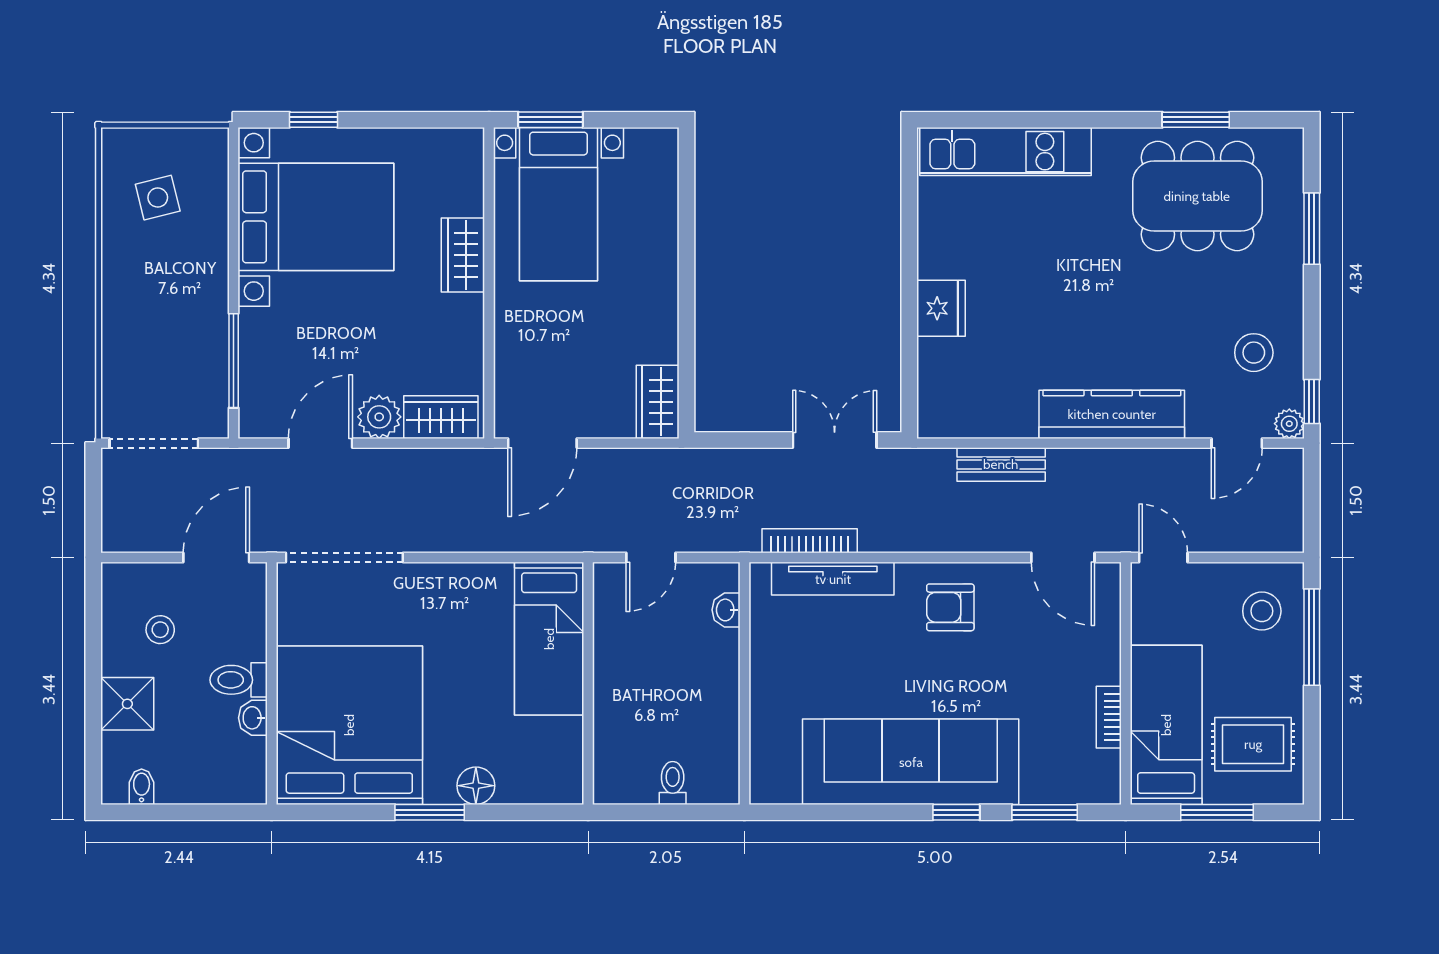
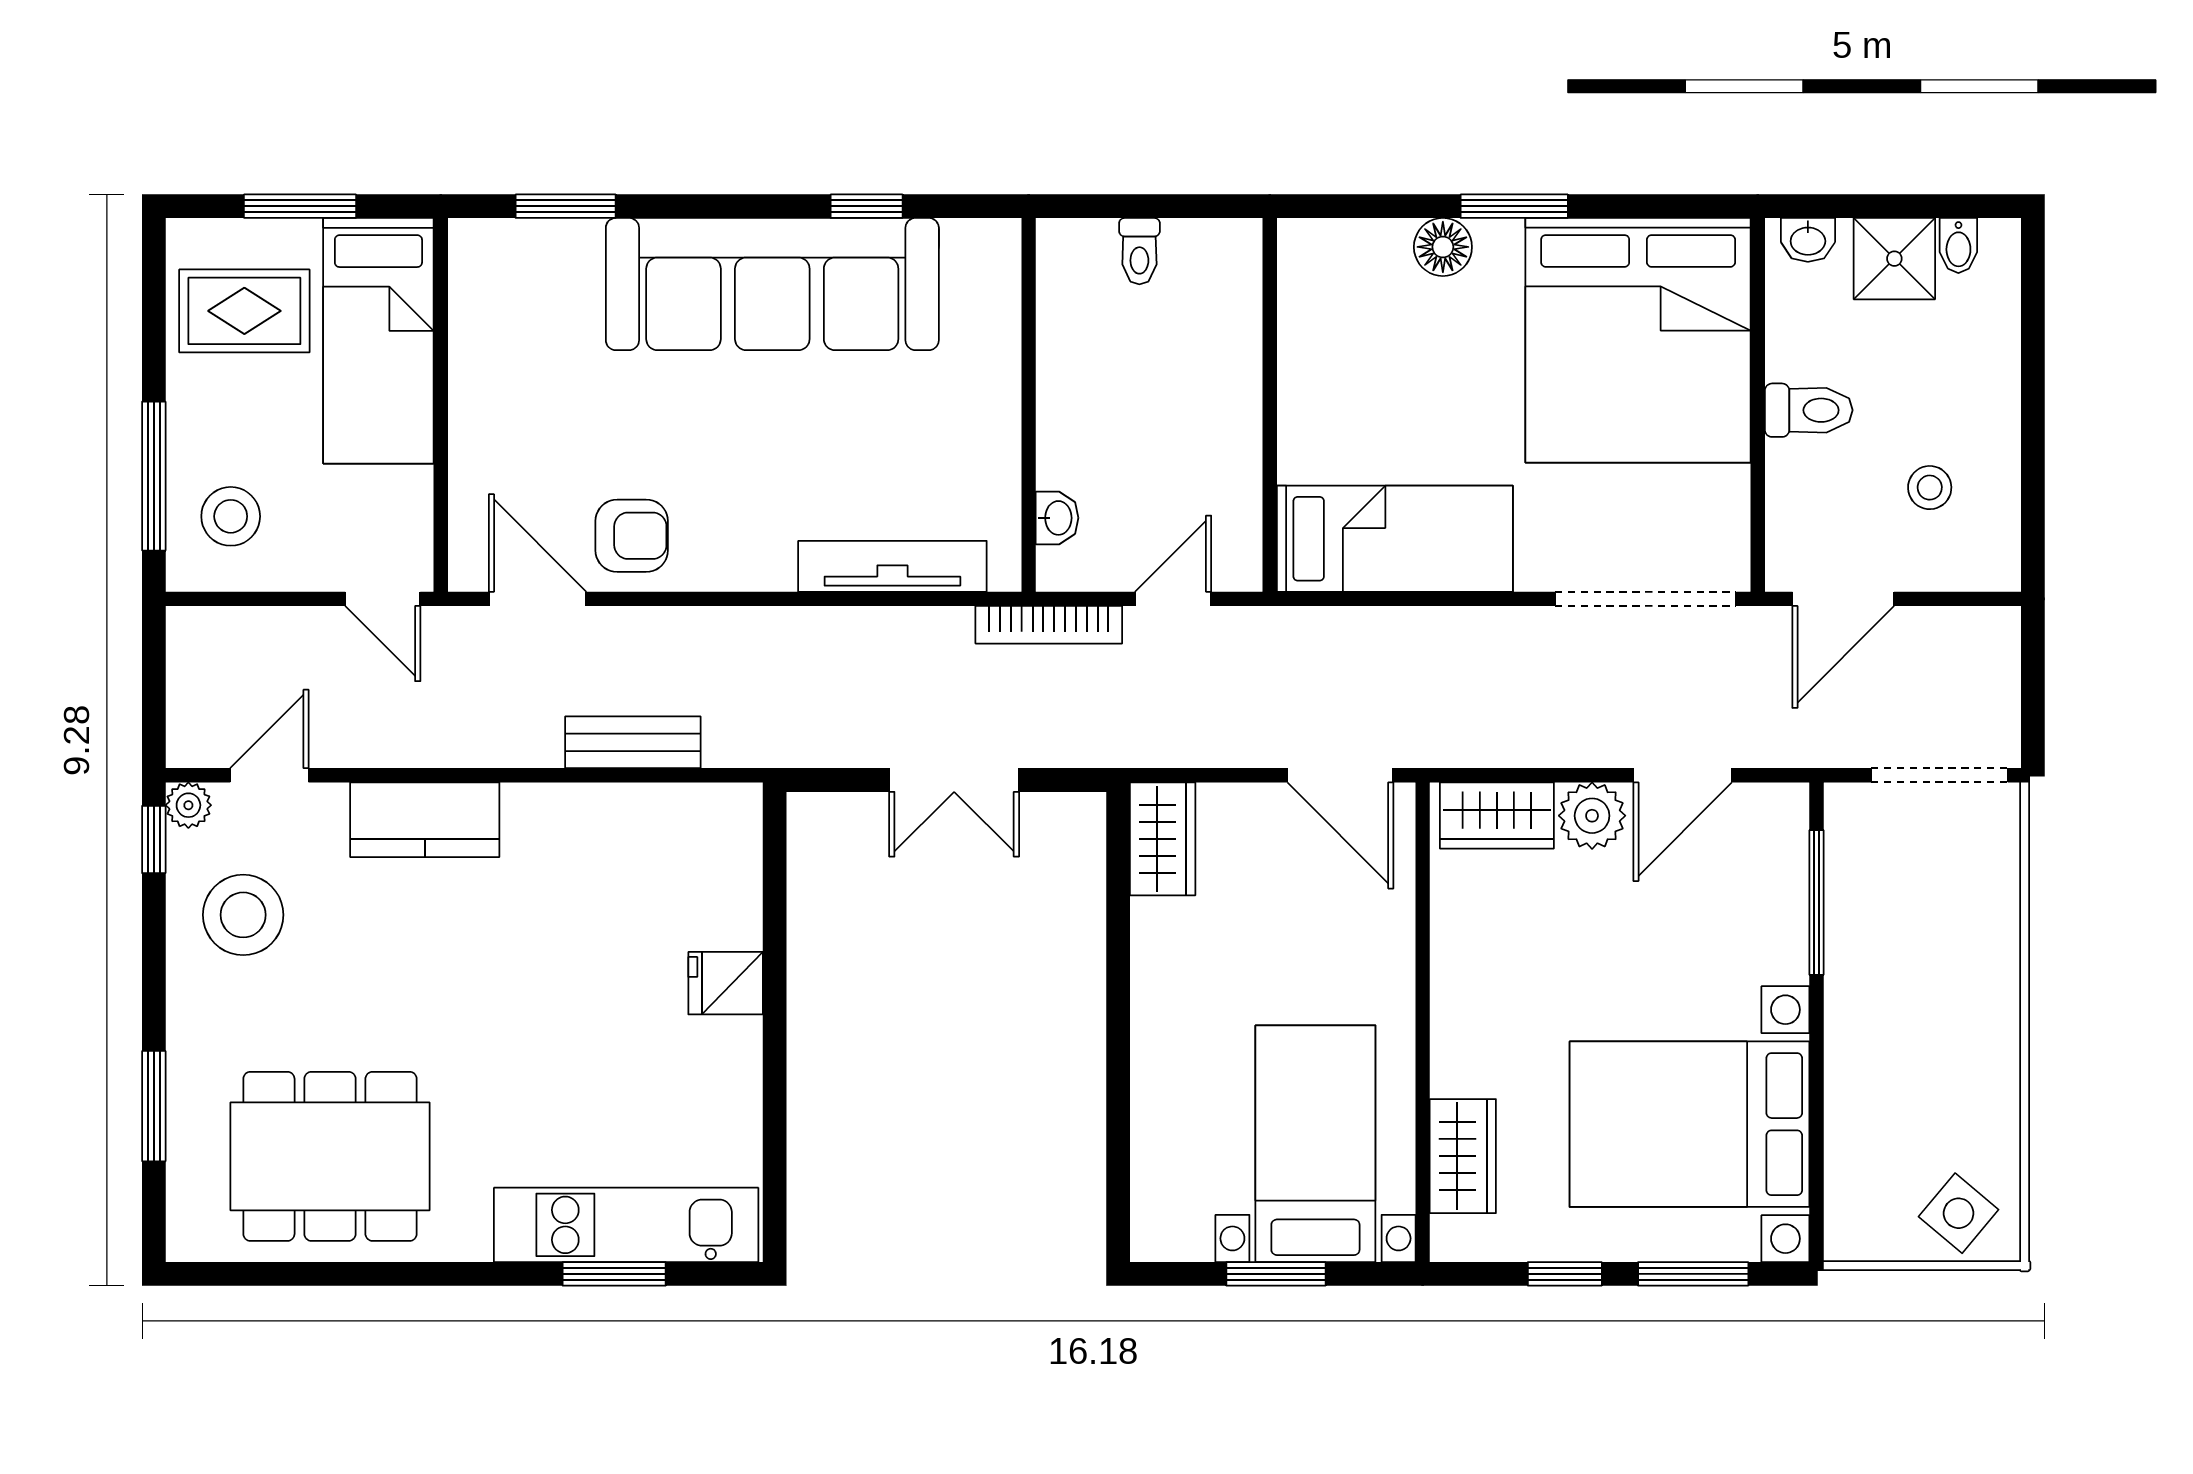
window: (314, 120) -> (1693, 1274), width x1.50
window: (397, 120) -> (1565, 1274), added
window: (551, 120) -> (1276, 1274), moved
window: (1196, 120) -> (614, 1274), moved
side table: (158, 198) -> (1959, 1213), moved, turned -36
wardrobe: (463, 255) -> (1463, 1156), moved
fridge: (941, 308) -> (726, 983), width x0.72
stool: (1254, 353) -> (243, 915), width x1.38, depth x1.38
kitchen counter: (1112, 414) -> (425, 820), width x0.67
double door: (835, 440) -> (954, 780), moved
door: (542, 443) -> (1340, 775), swing flipped
bookcase: (810, 541) -> (1049, 625), moved
armchair: (950, 607) -> (632, 536), moved
bed: (549, 639) -> (1395, 539), moved, turned 90
shower: (127, 704) -> (1894, 259), moved
bookcase: (1109, 717) -> (467, 353), removed
washbasin: (253, 718) -> (1808, 240), moved, turned 90
window: (956, 812) -> (867, 206), moved

